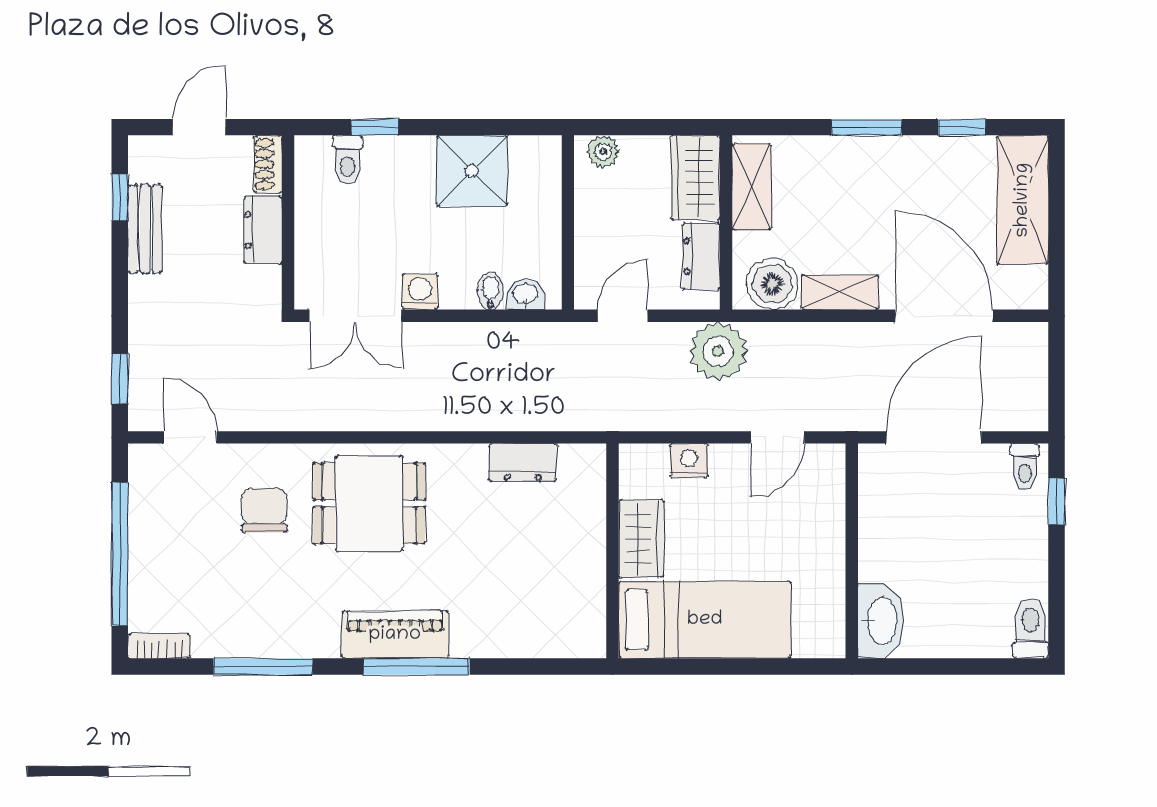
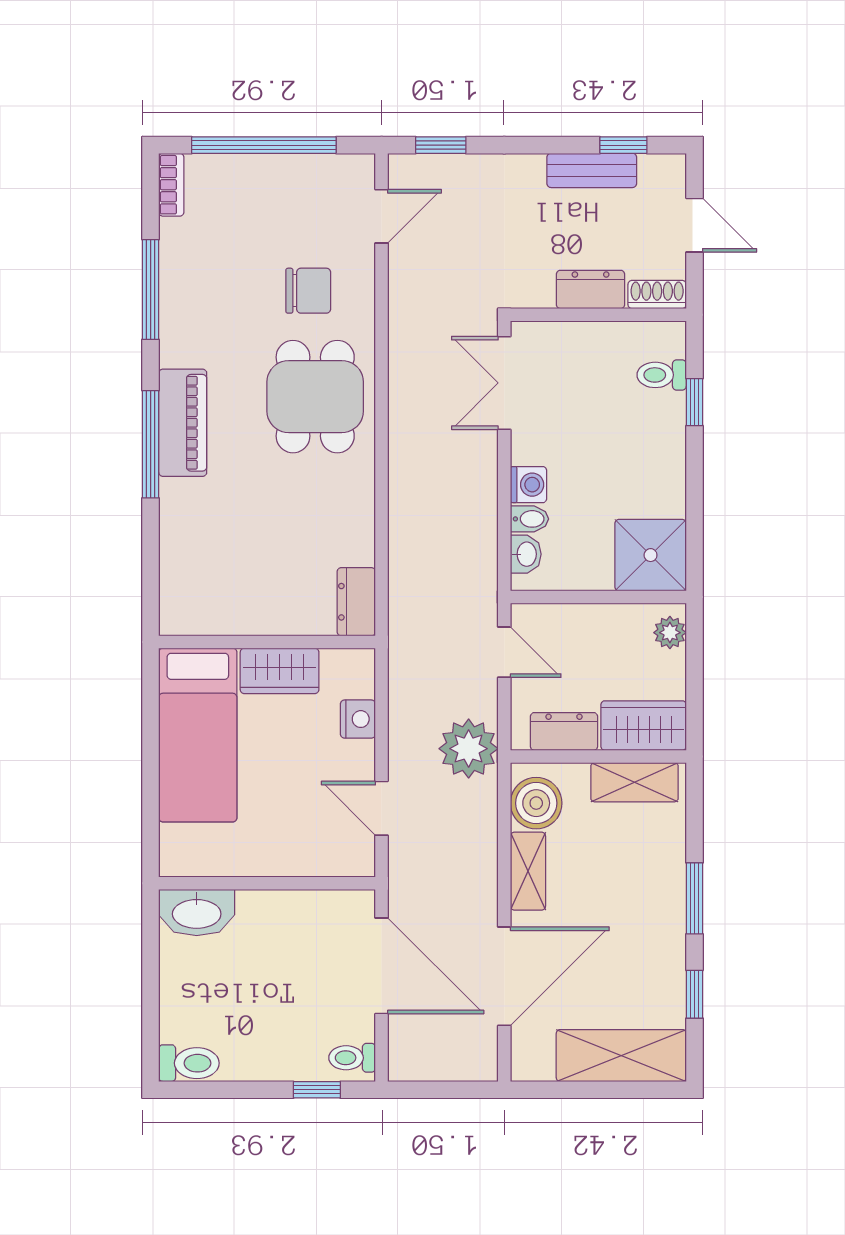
shower: (472, 171) -> (651, 555), moved
washing machine: (420, 292) -> (529, 485), moved
dresser: (523, 462) -> (356, 602), moved

